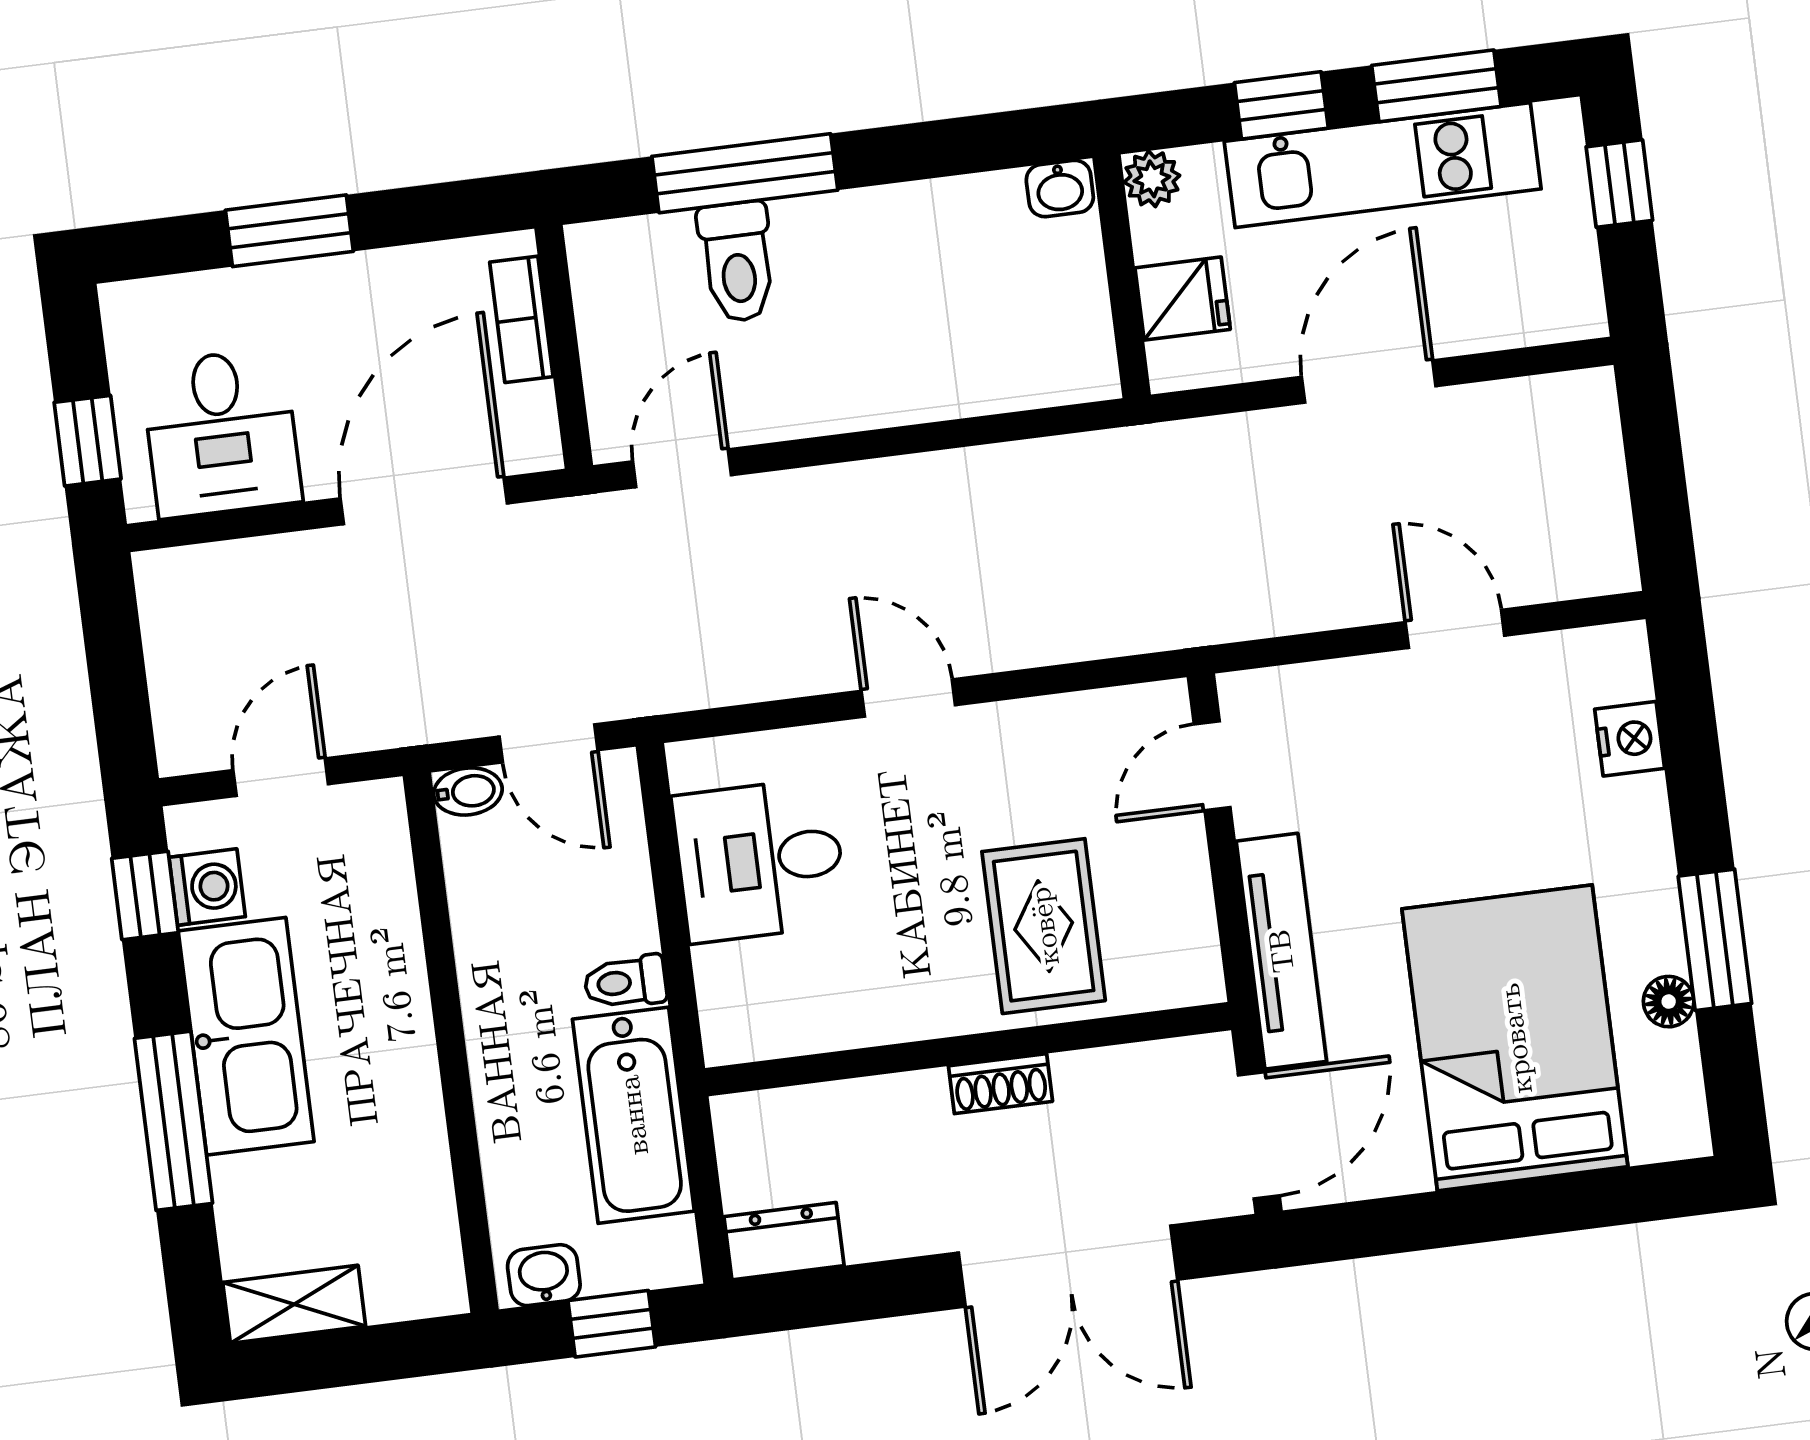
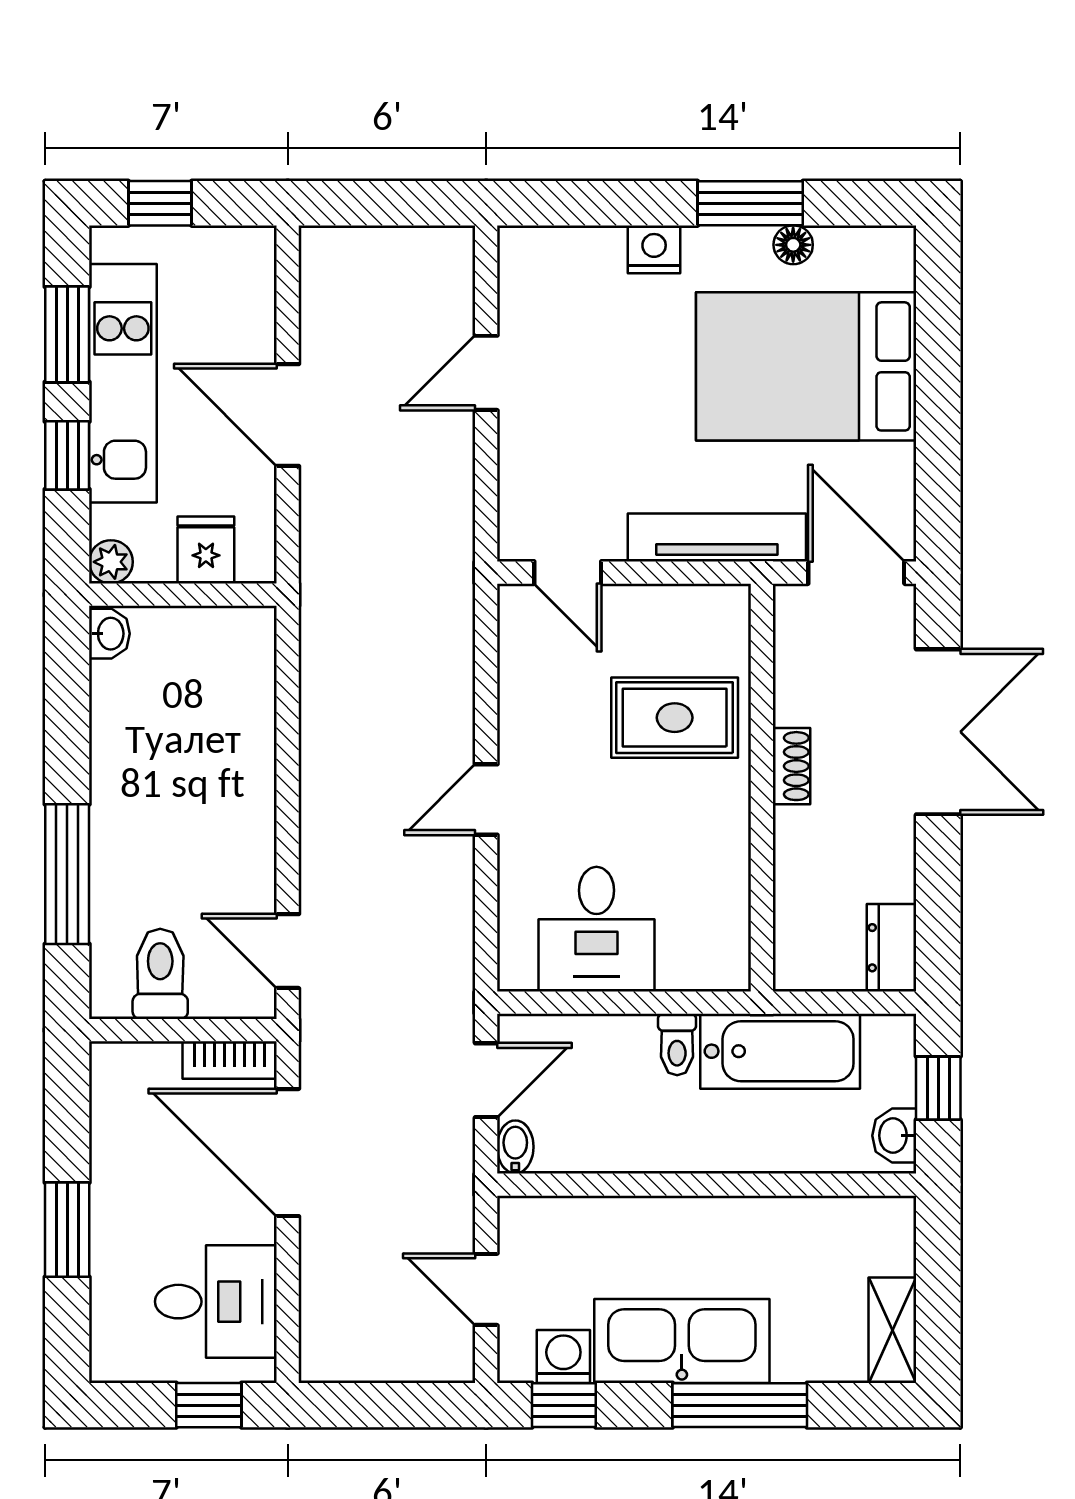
toilet: (737, 262) -> (160, 974), moved, turned -90
bookcase: (521, 319) -> (230, 1060), moved
nightstand: (1630, 739) -> (654, 249), moved

